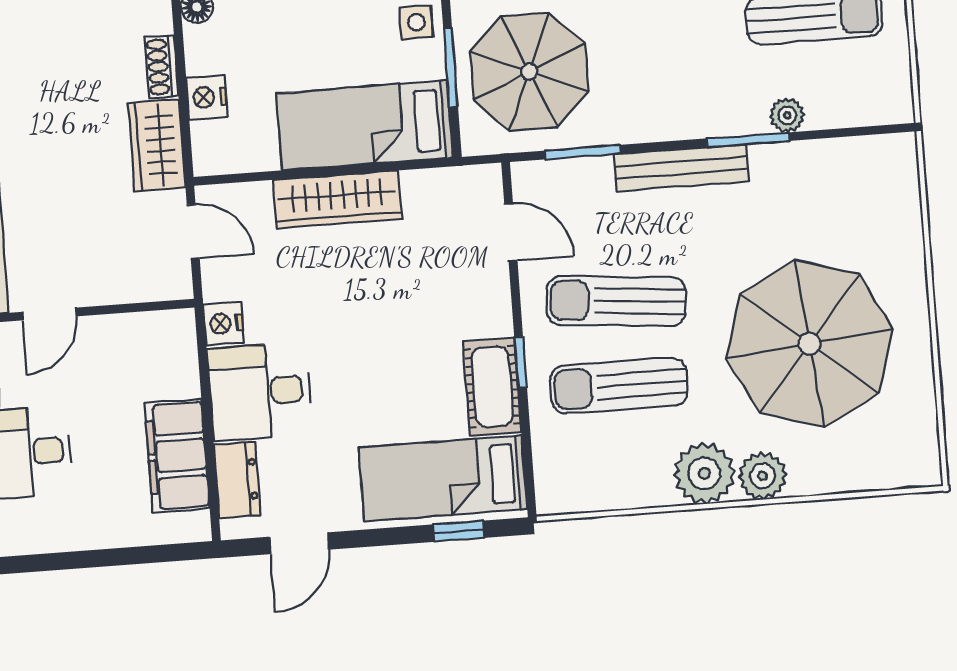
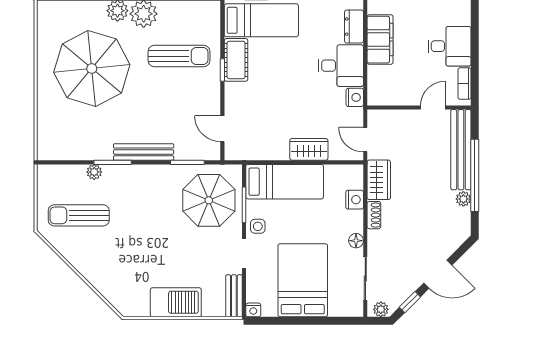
wardrobe: (337, 199) -> (309, 149), width x0.67
sun lounger: (616, 301) -> (177, 94), removed

